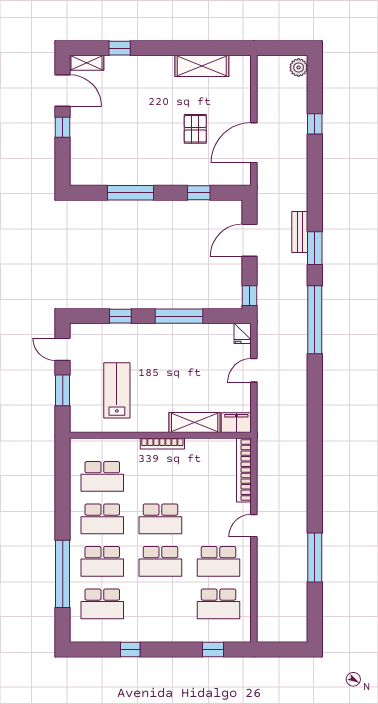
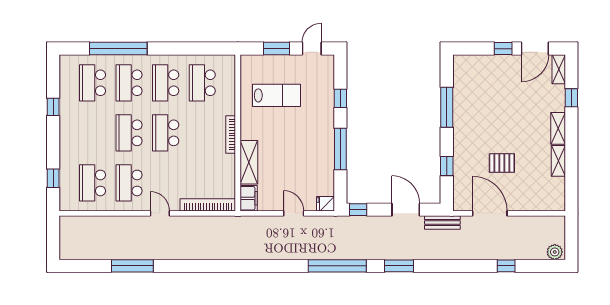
shelving: (155, 63) -> (558, 128), added
shelving: (202, 66) -> (558, 161), width x0.67, depth x0.75
bench: (300, 232) -> (442, 222), moved

